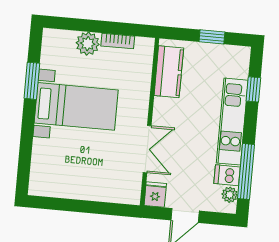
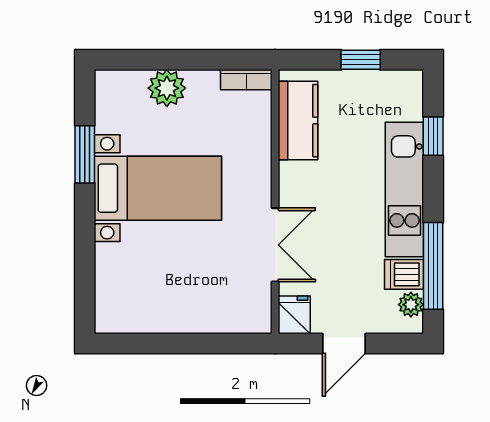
bookcase: (118, 41) -> (246, 80), moved

